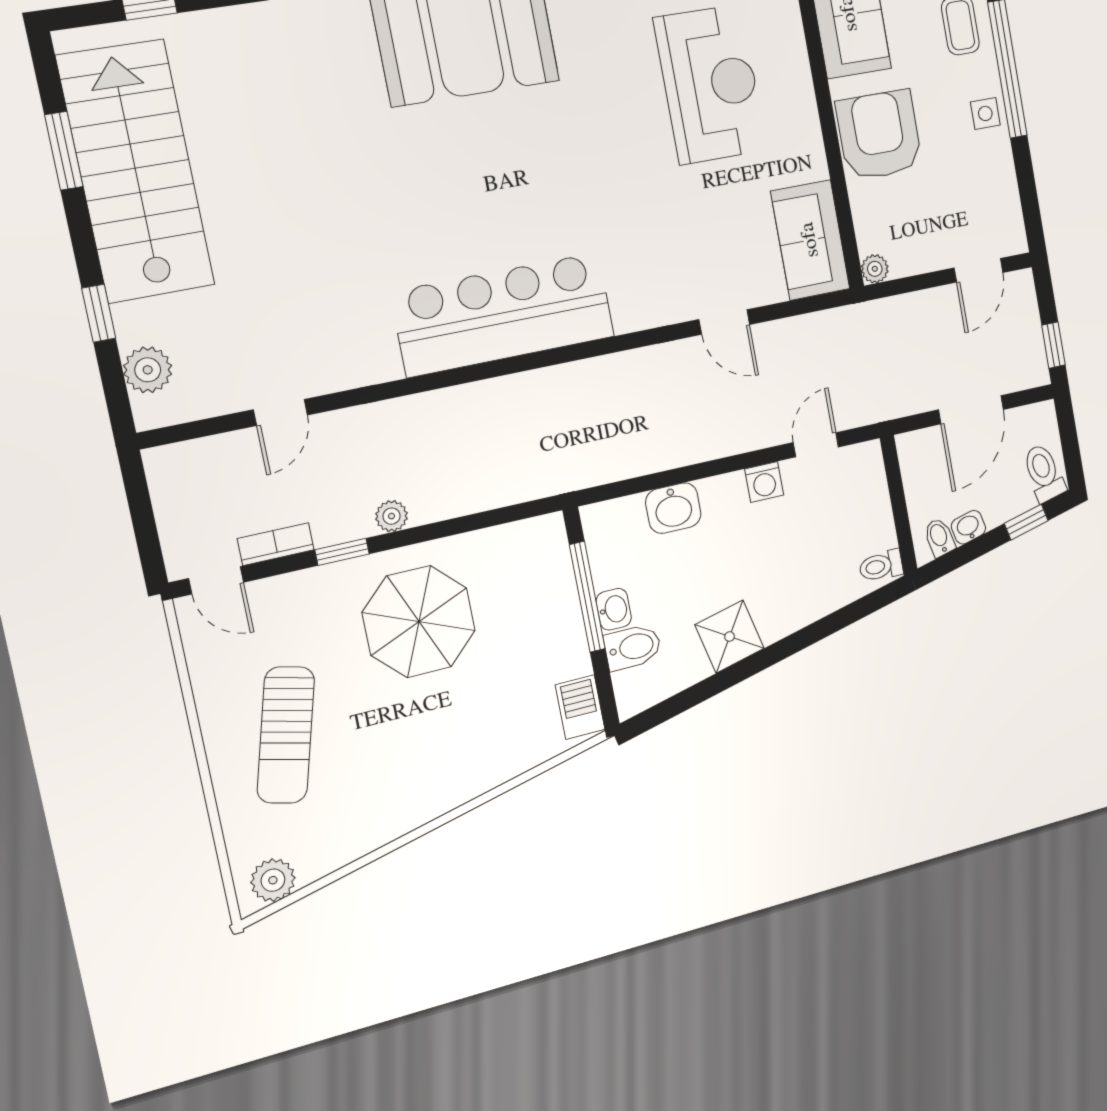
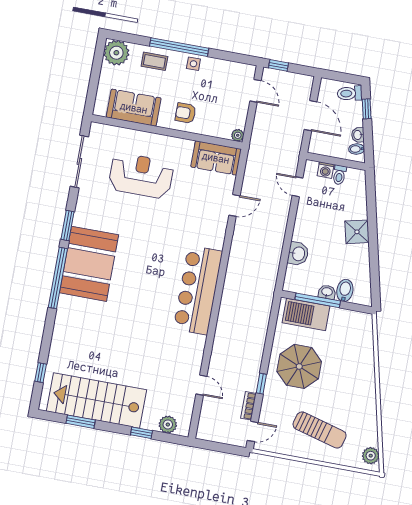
armchair: (879, 135) -> (186, 113), width x0.53, depth x0.53
window: (1053, 345) -> (278, 65), moved
washing machine: (764, 482) -> (326, 170), moved, turned 90
plant: (392, 516) -> (256, 361), removed
toilet: (881, 566) -> (339, 175), moved
shower: (730, 637) -> (357, 232), moved
barbecue: (580, 707) -> (306, 314), moved, width x1.88, depth x1.53

